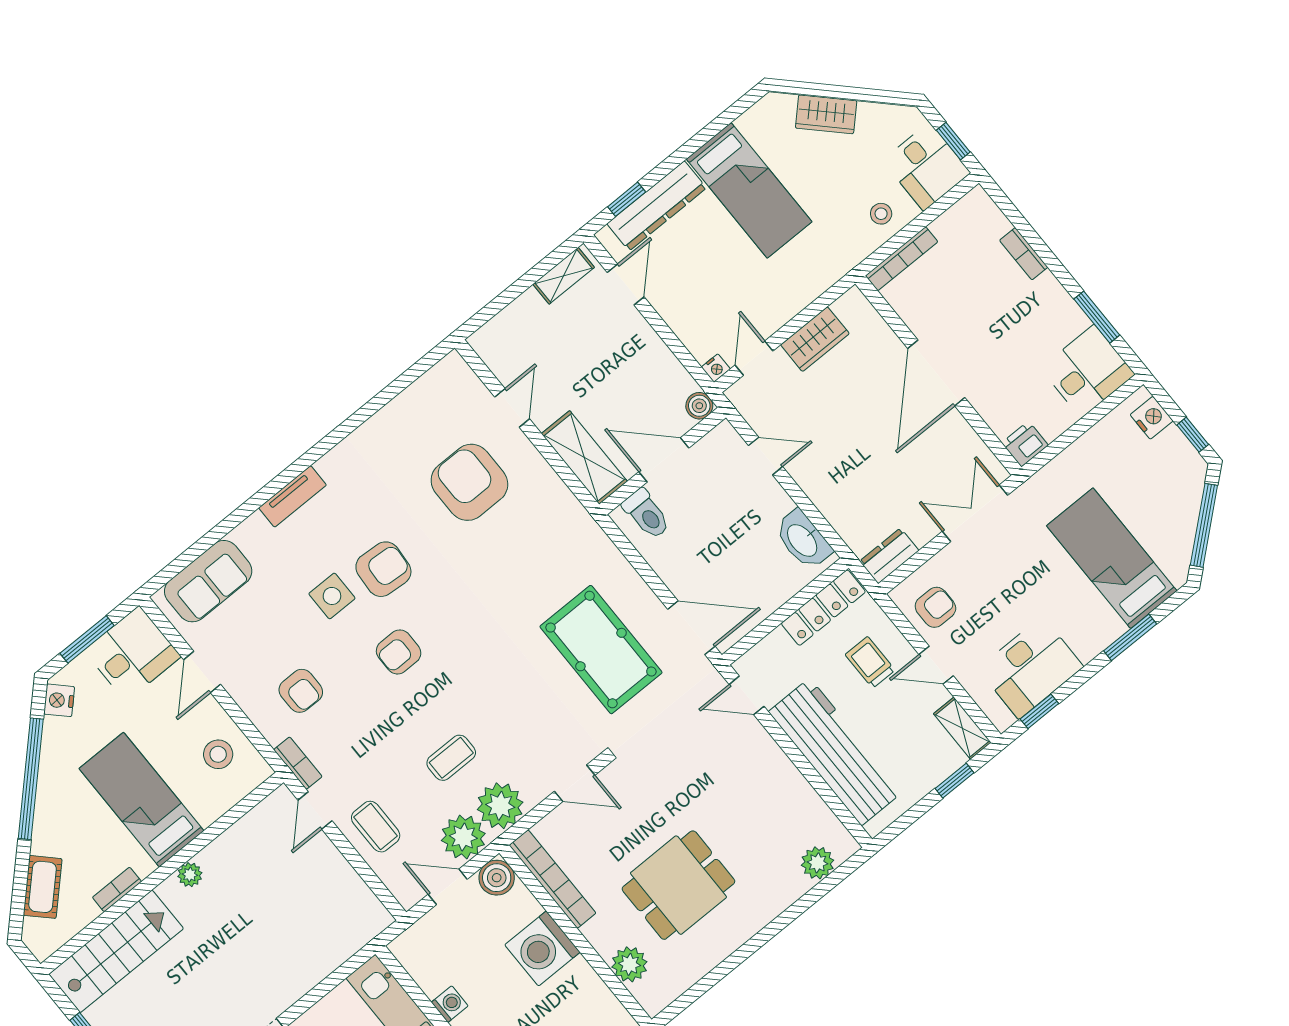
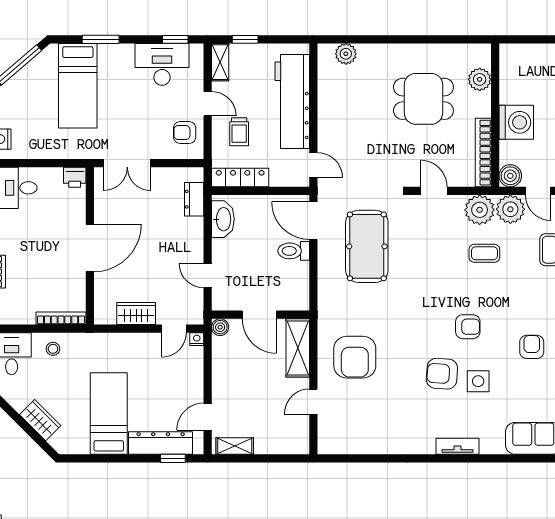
armchair: (469, 482) -> (355, 357), moved
toilet: (646, 514) -> (294, 251), moved, turned -90
dresser: (889, 556) -> (194, 199), moved, turned 90

